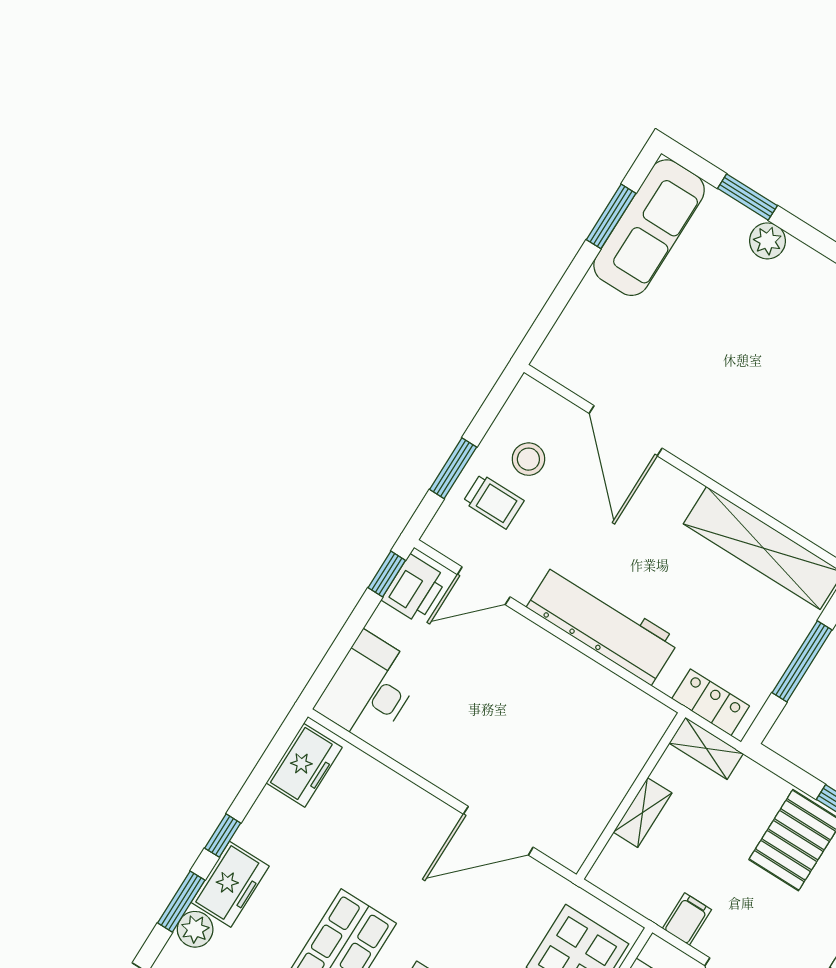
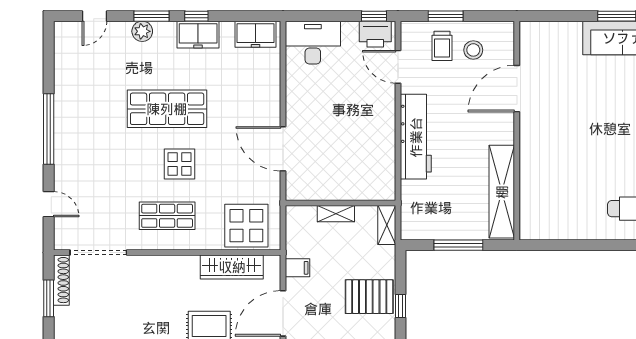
locker: (711, 702) -> (410, 213), removed
freezer: (230, 884) -> (198, 35), moved

